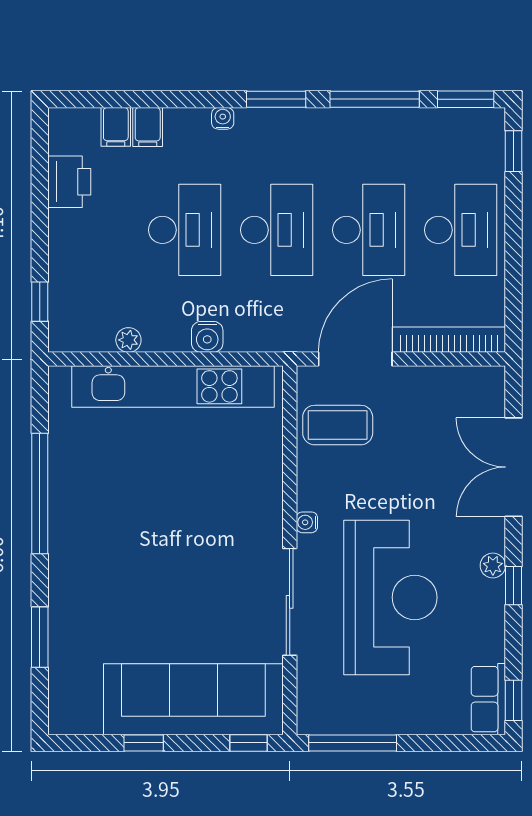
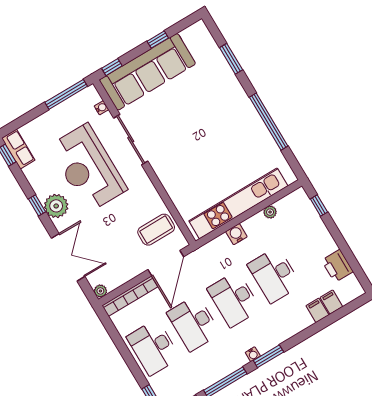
water cooler: (223, 118) -> (253, 354), moved
plant: (493, 378) -> (100, 291), added
water cooler: (307, 522) -> (101, 108), moved
plant: (493, 566) -> (56, 206), width x1.88, depth x1.88

